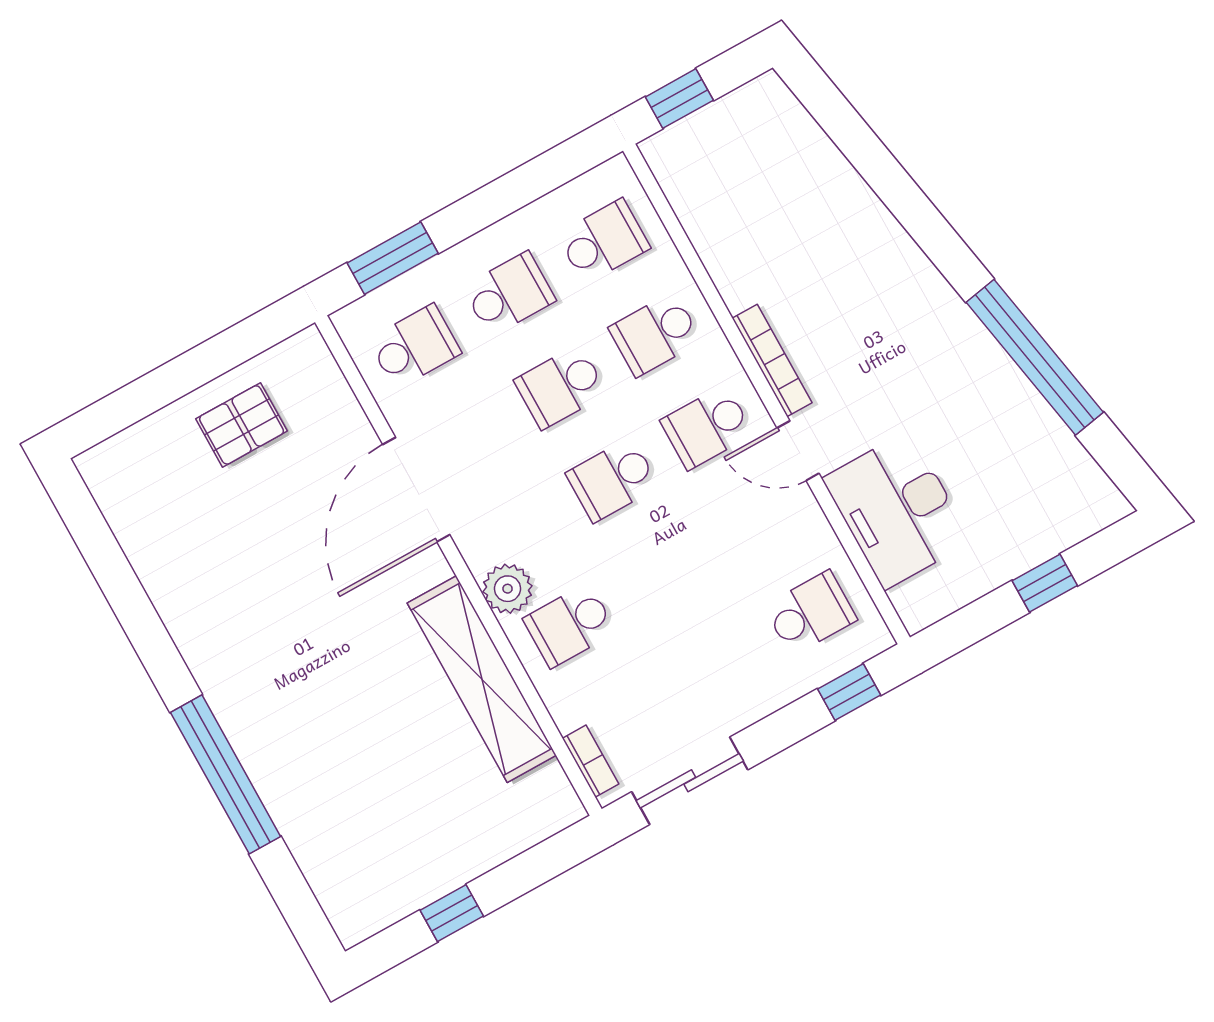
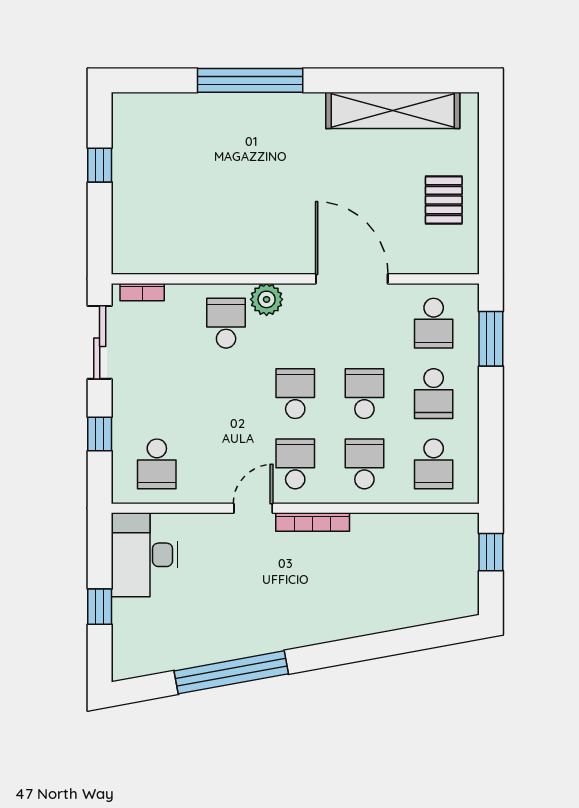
desk: (897, 510) -> (145, 555), moved, turned -90
shelving: (482, 679) -> (393, 110), moved
window: (849, 692) -> (100, 434), moved

